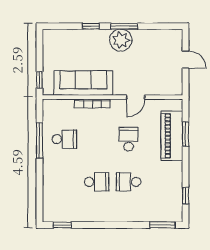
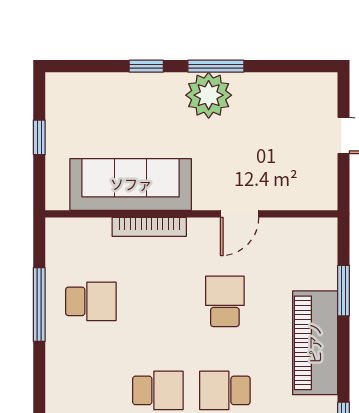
window: (39, 80) -> (39, 137), moved
piano: (172, 136) -> (315, 343), moved

